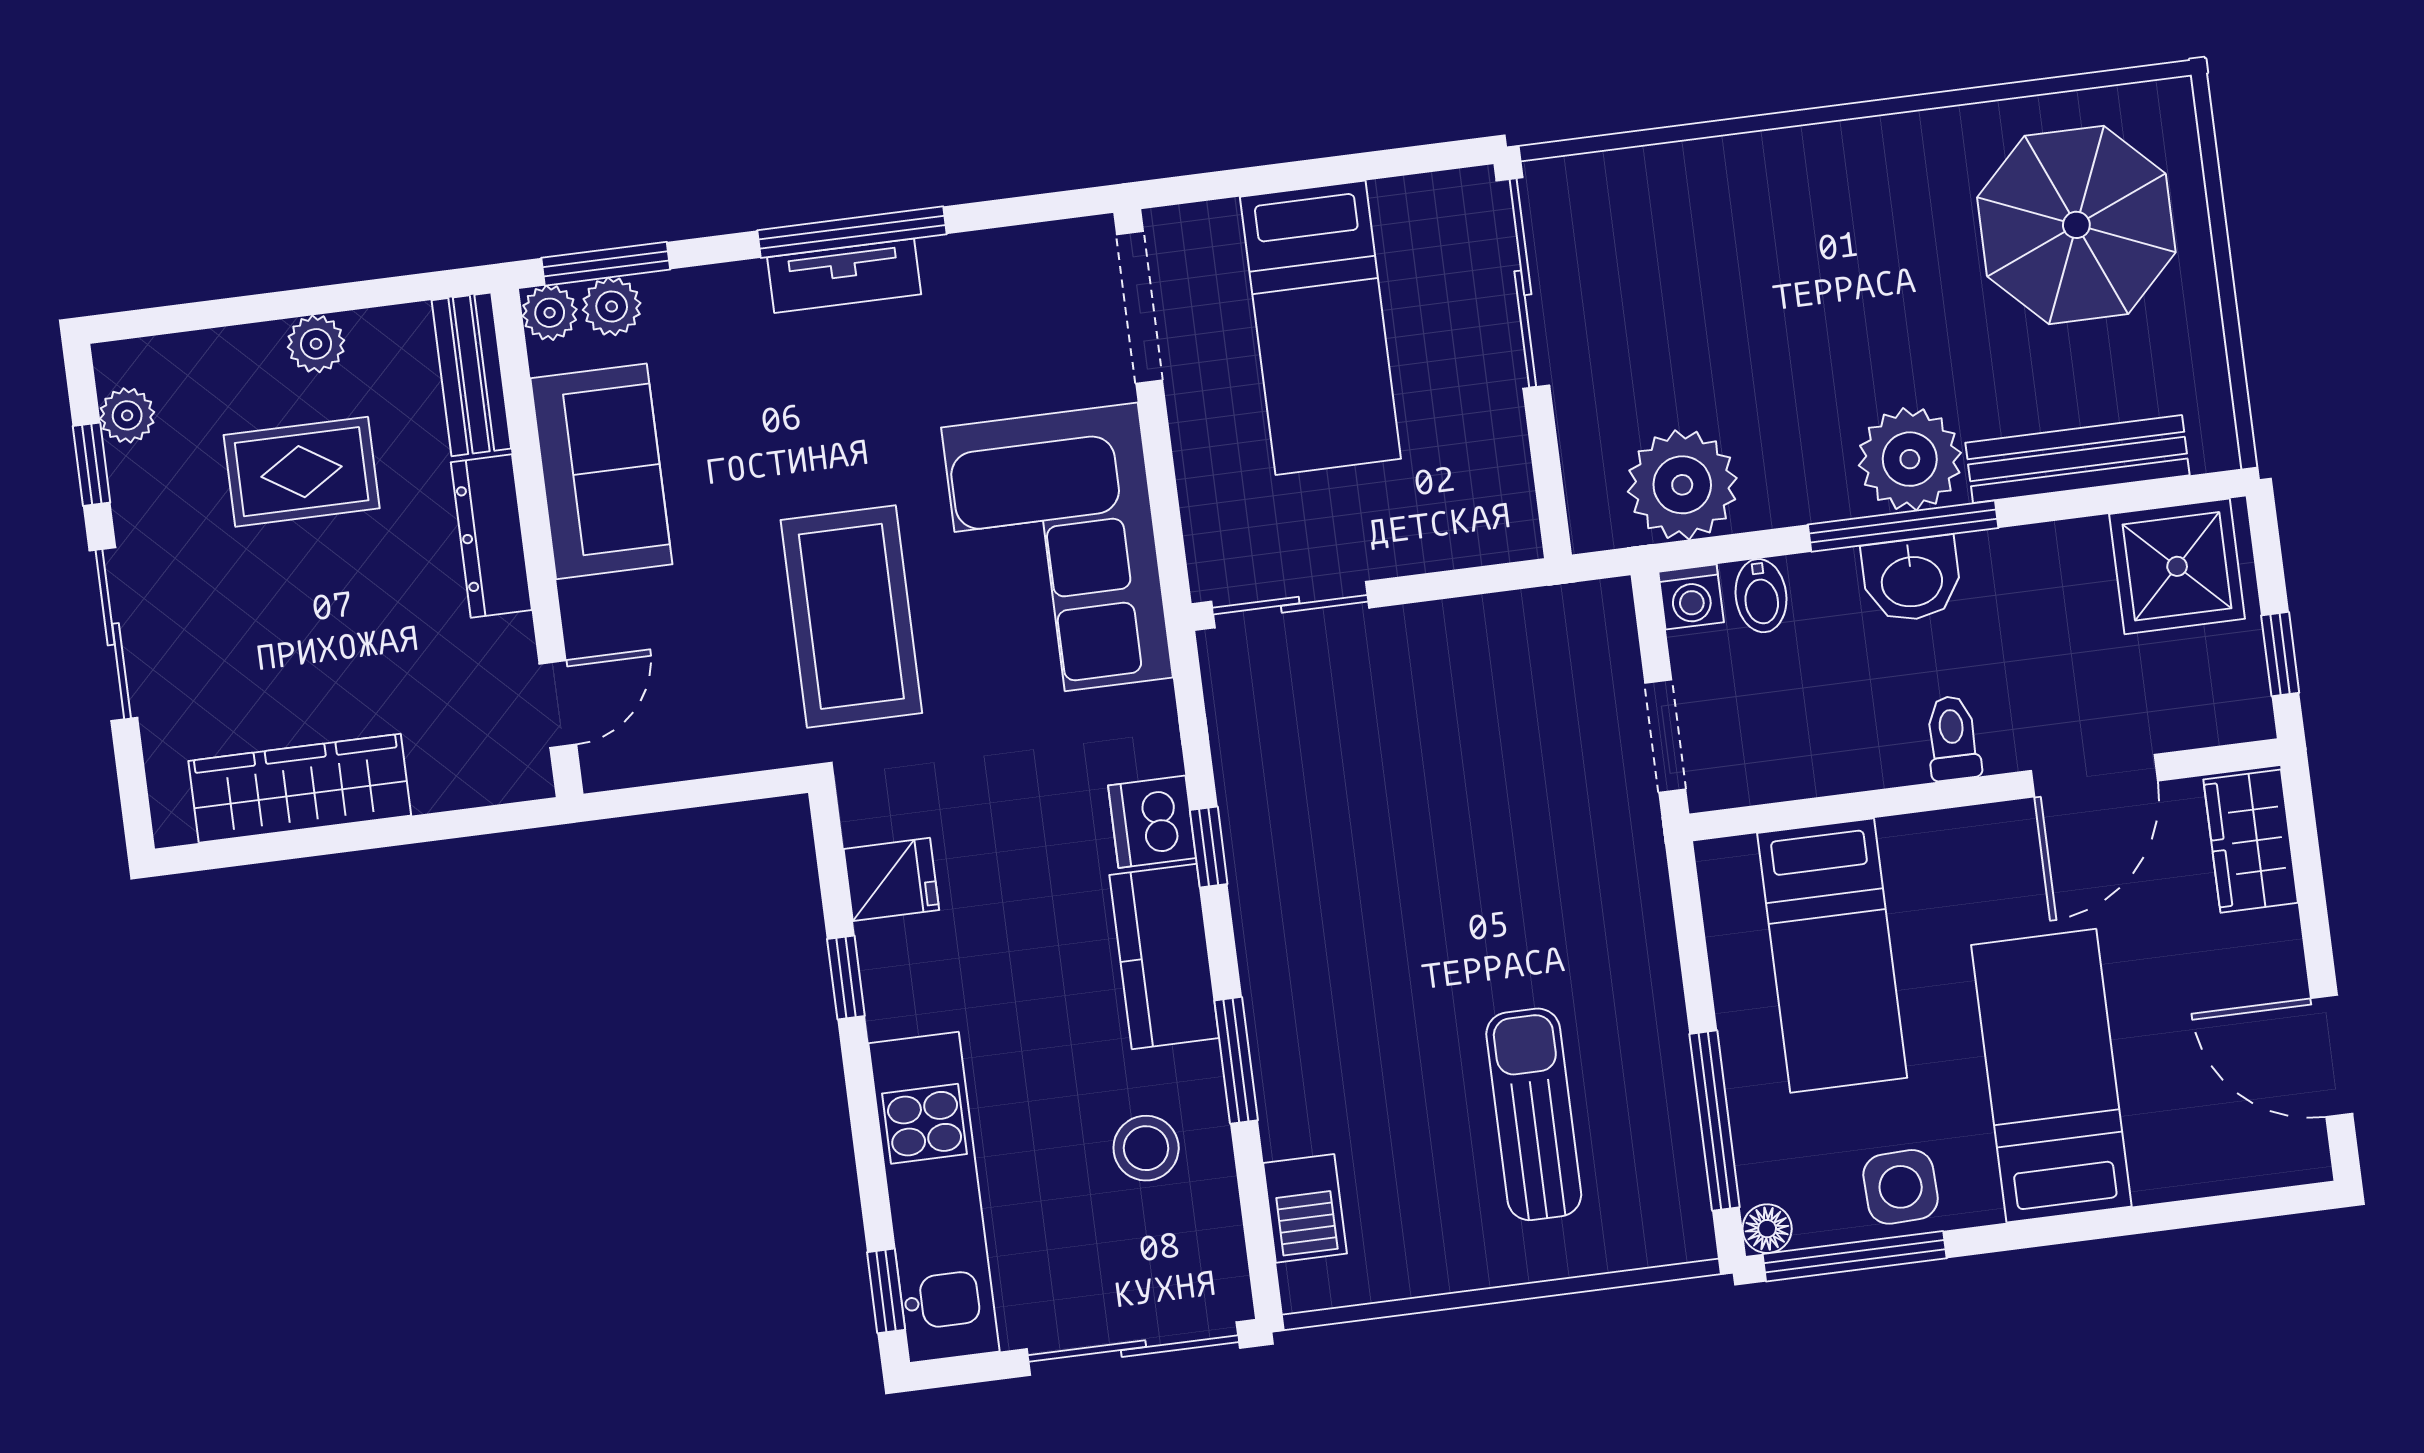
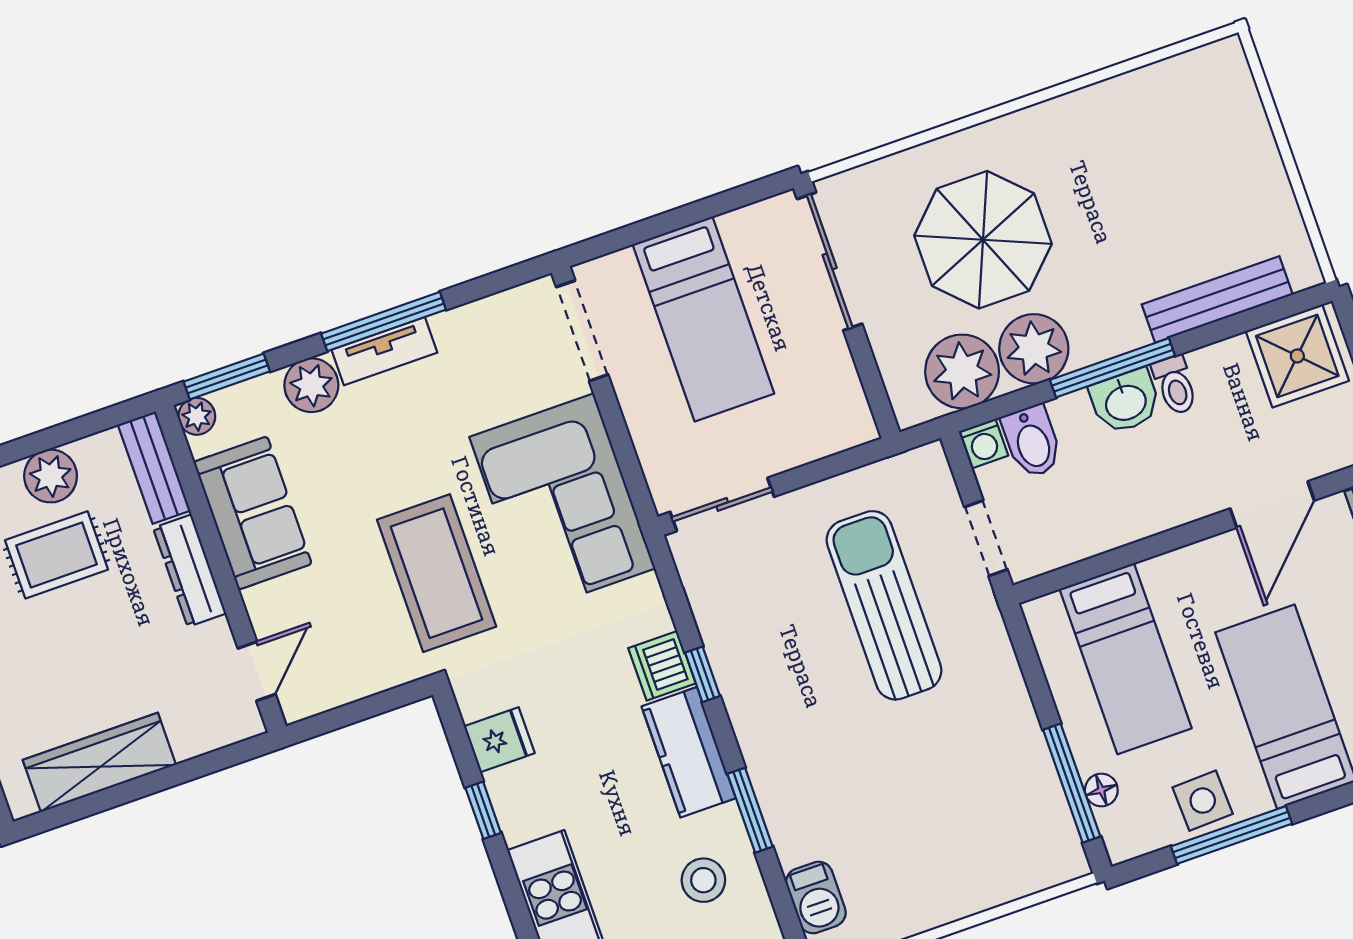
parasol: (2076, 225) -> (983, 240), moved
plant: (612, 306) -> (311, 385), moved, width x1.38, depth x1.38
plant: (316, 344) -> (51, 476), width x1.38, depth x1.38
plant: (1910, 459) -> (1034, 349), moved
bidet: (1761, 596) -> (1032, 441), width x1.38, depth x1.36
toilet: (1953, 738) -> (1175, 385), moved, turned 180
sun lounger: (1534, 1114) -> (884, 605), moved, width x1.36, depth x1.34
floor lamp: (1767, 1229) -> (1101, 790), moved
window: (1855, 1256) -> (1232, 835), moved

